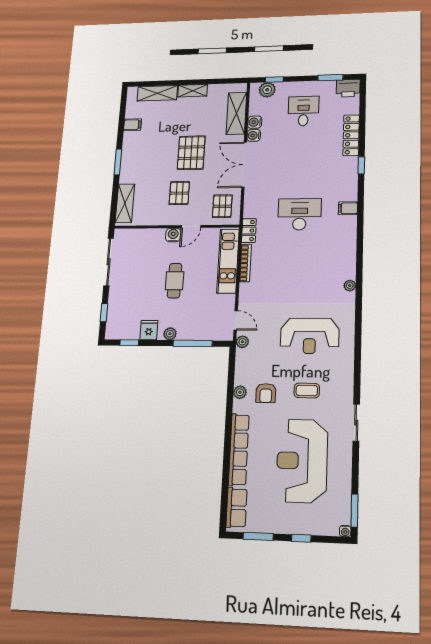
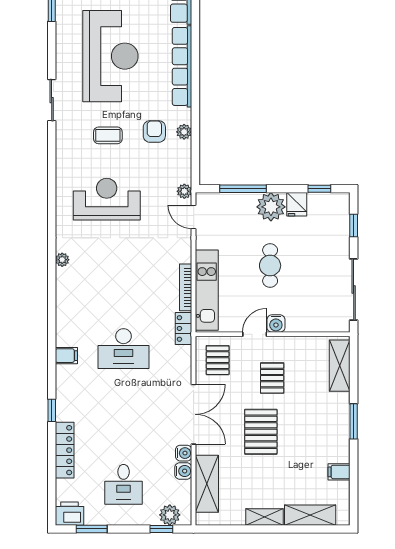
plant: (170, 334) -> (271, 207), width x1.88, depth x1.88

